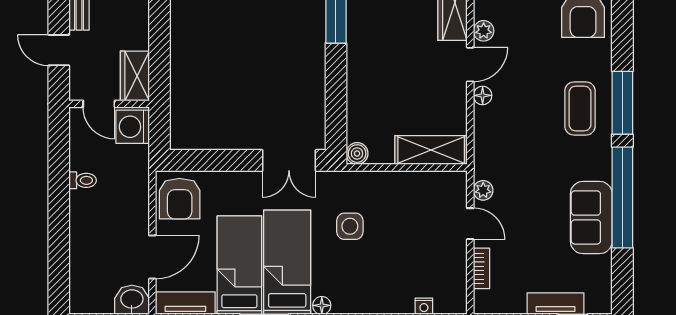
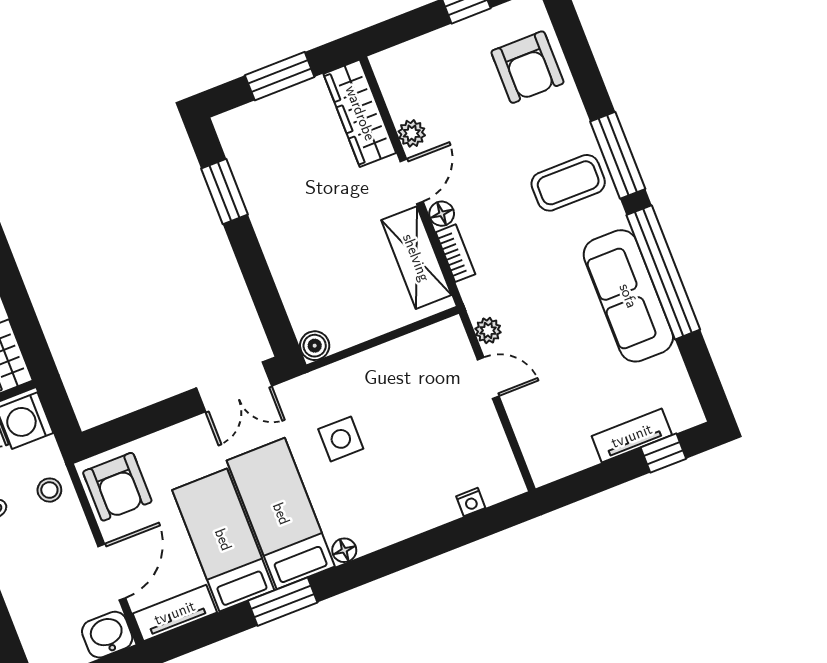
coffee table: (580, 109) -> (568, 183), turned 90
shelving: (431, 150) -> (416, 258), moved, turned 90
stool: (131, 182) -> (49, 490), added
sofa: (591, 218) -> (628, 296), width x1.36
bookcase: (481, 268) -> (455, 253), moved

